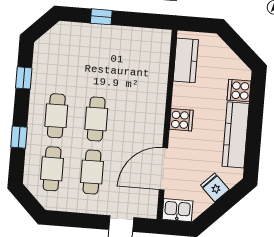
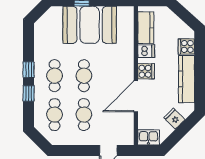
booth: (109, 50) -> (90, 25), added
window: (24, 78) -> (29, 70), moved
dishwasher: (184, 92) -> (146, 51), added
door: (163, 169) -> (136, 96), moved

